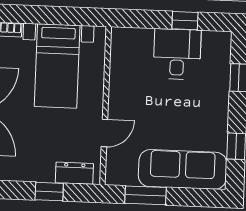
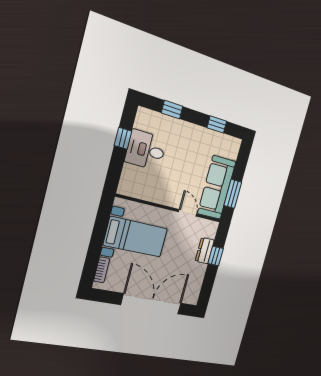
sofa: (183, 169) -> (217, 188), moved
dresser: (74, 173) -> (205, 251), moved

